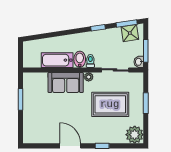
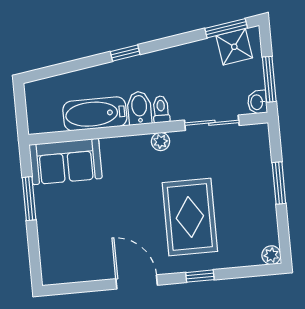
window: (98, 28) -> (125, 53), moved
sofa: (66, 82) -> (66, 161), moved
rug: (110, 104) -> (190, 217), moved, turned 90
plant: (135, 135) -> (271, 255), width x0.53, depth x0.53

